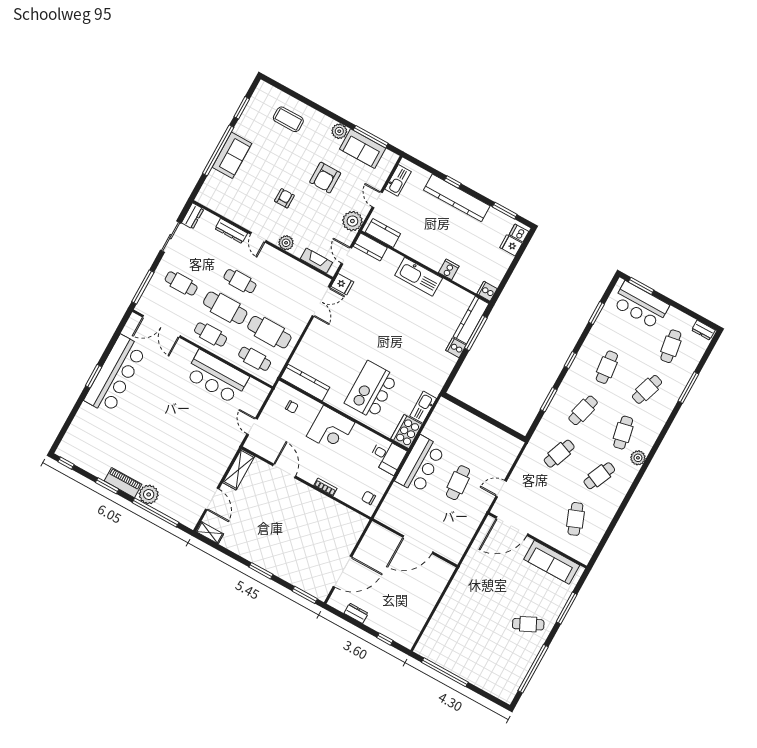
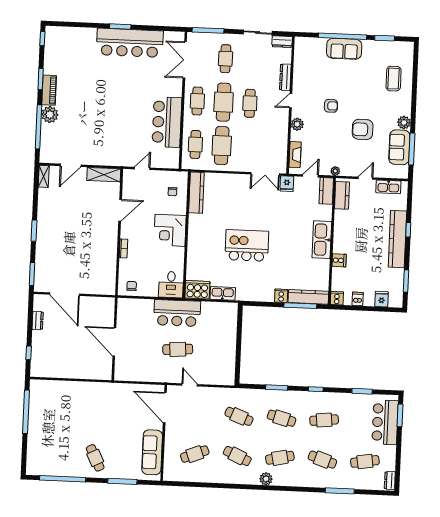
plant: (352, 221) -> (335, 171), width x0.53, depth x0.53
dishwasher: (519, 233) -> (358, 299), moved
kitchen island: (371, 390) -> (247, 245), moved

